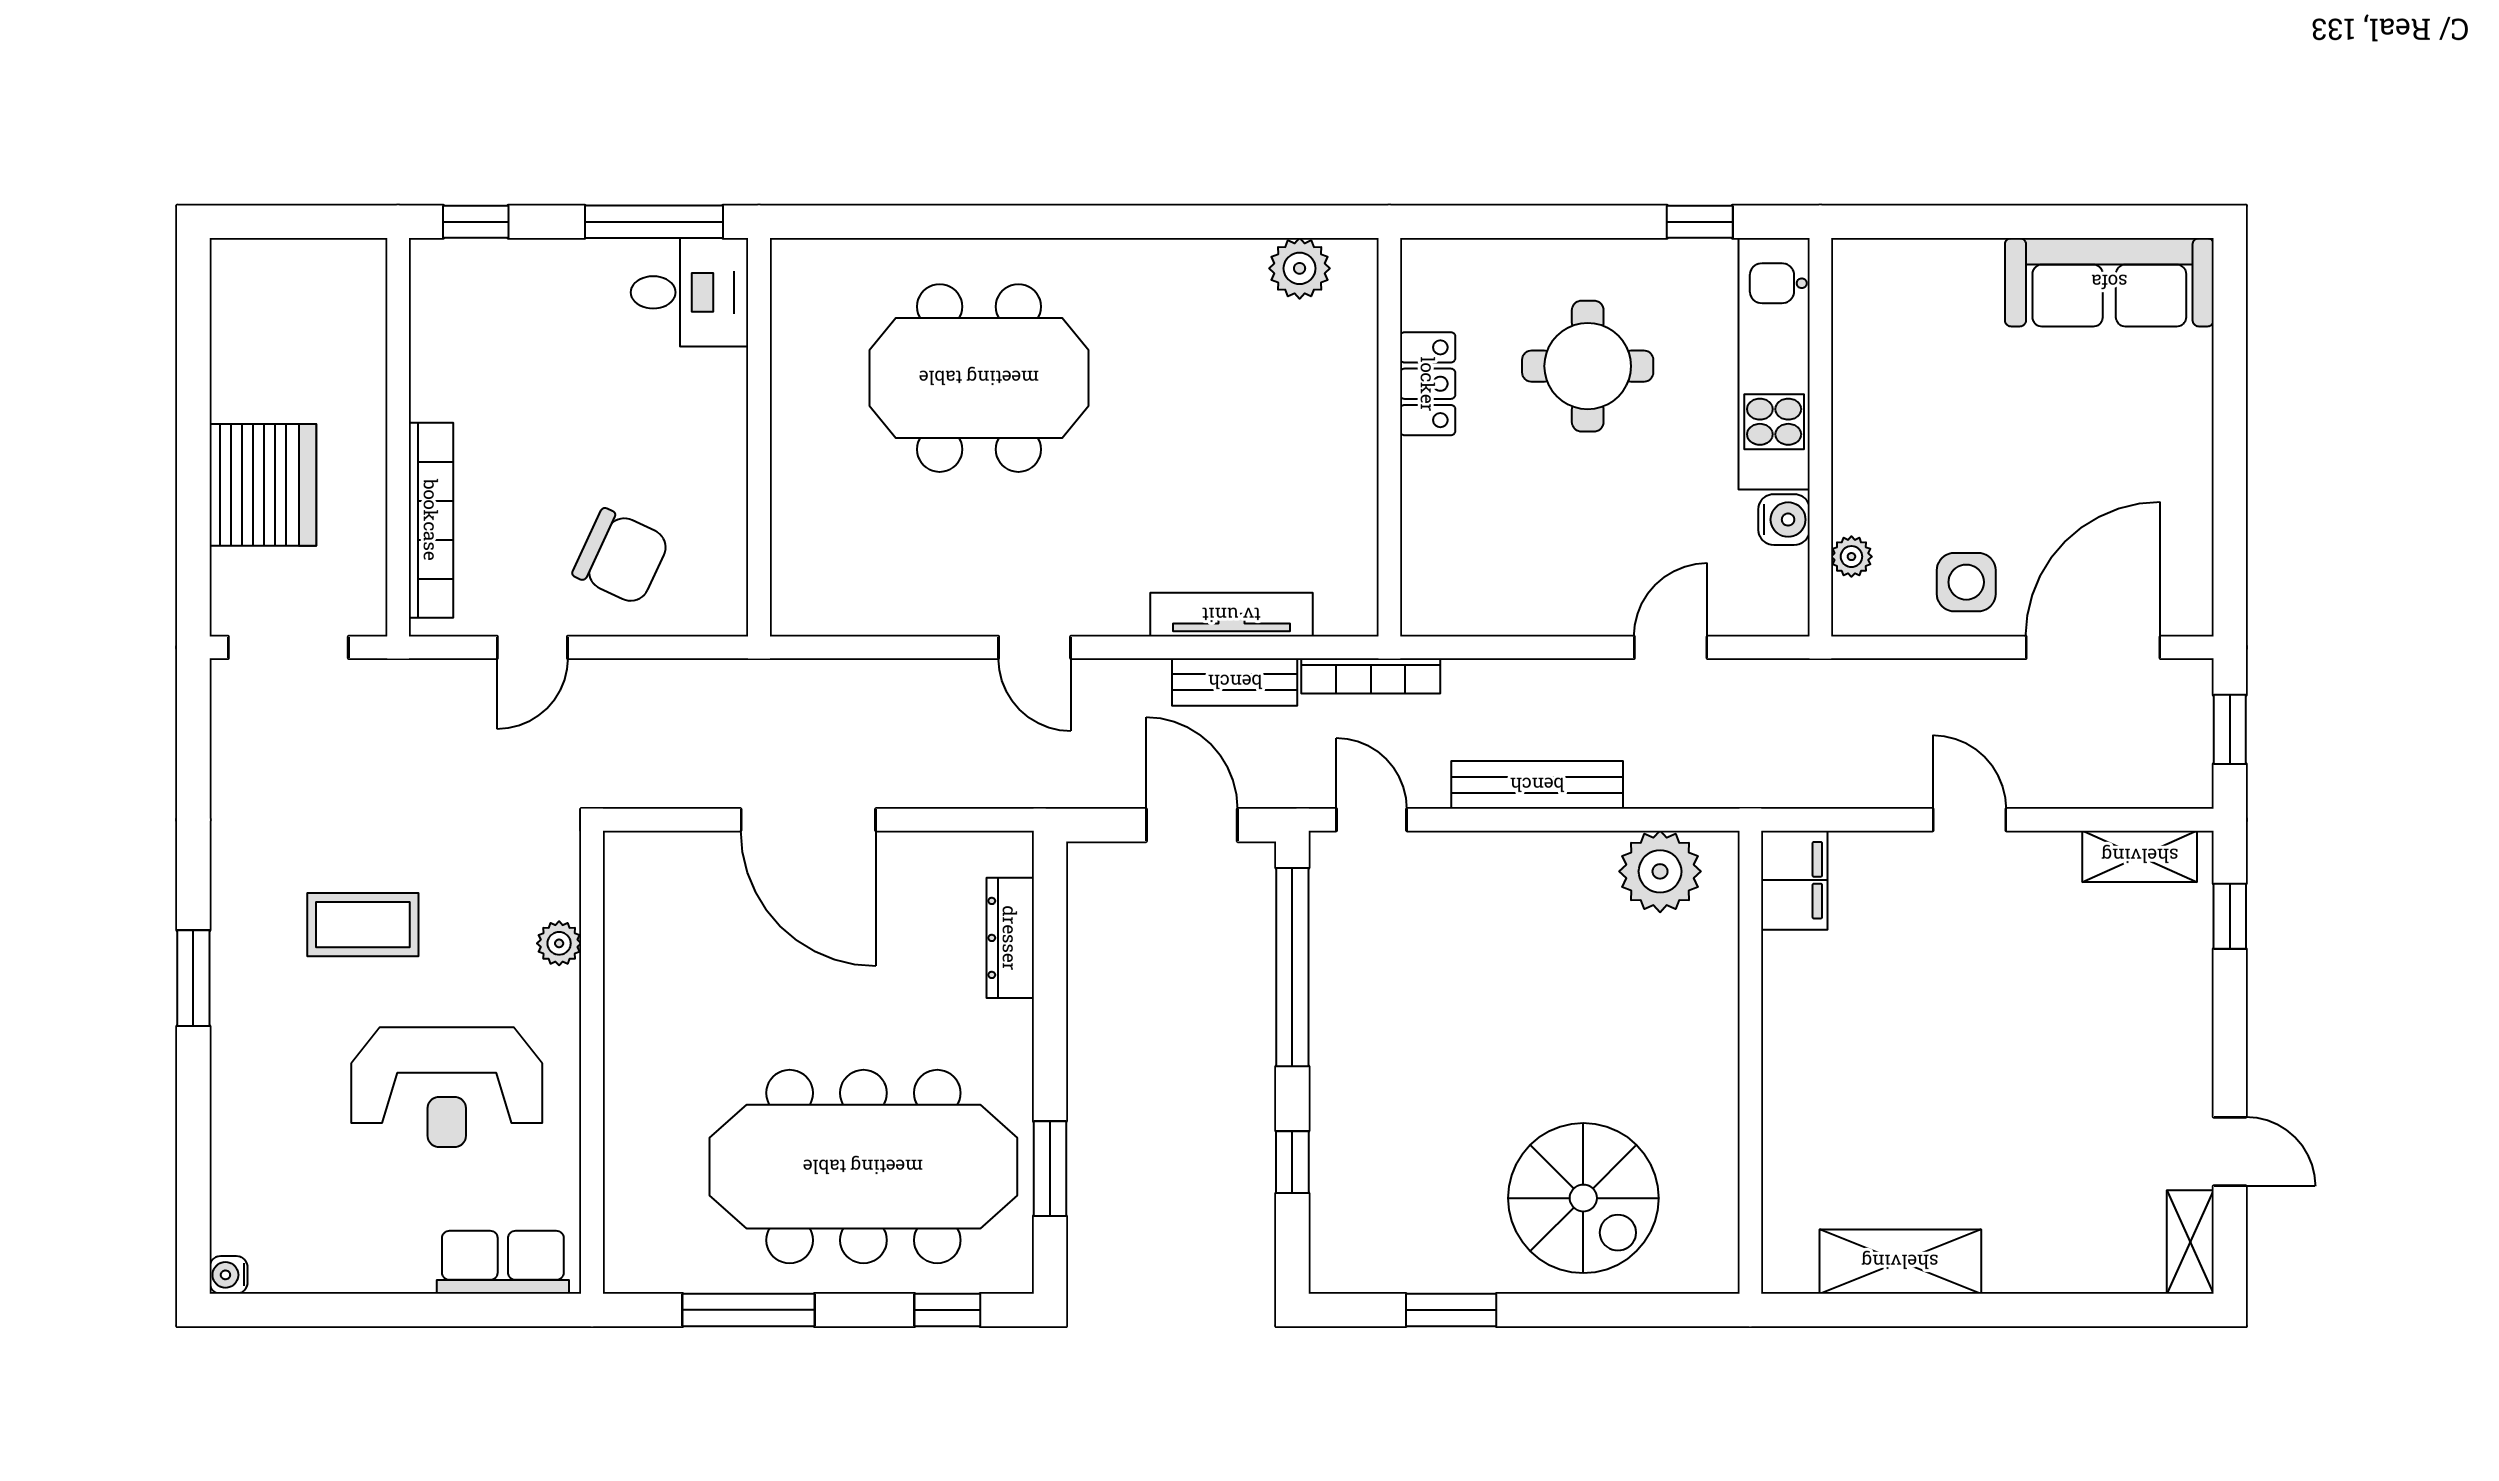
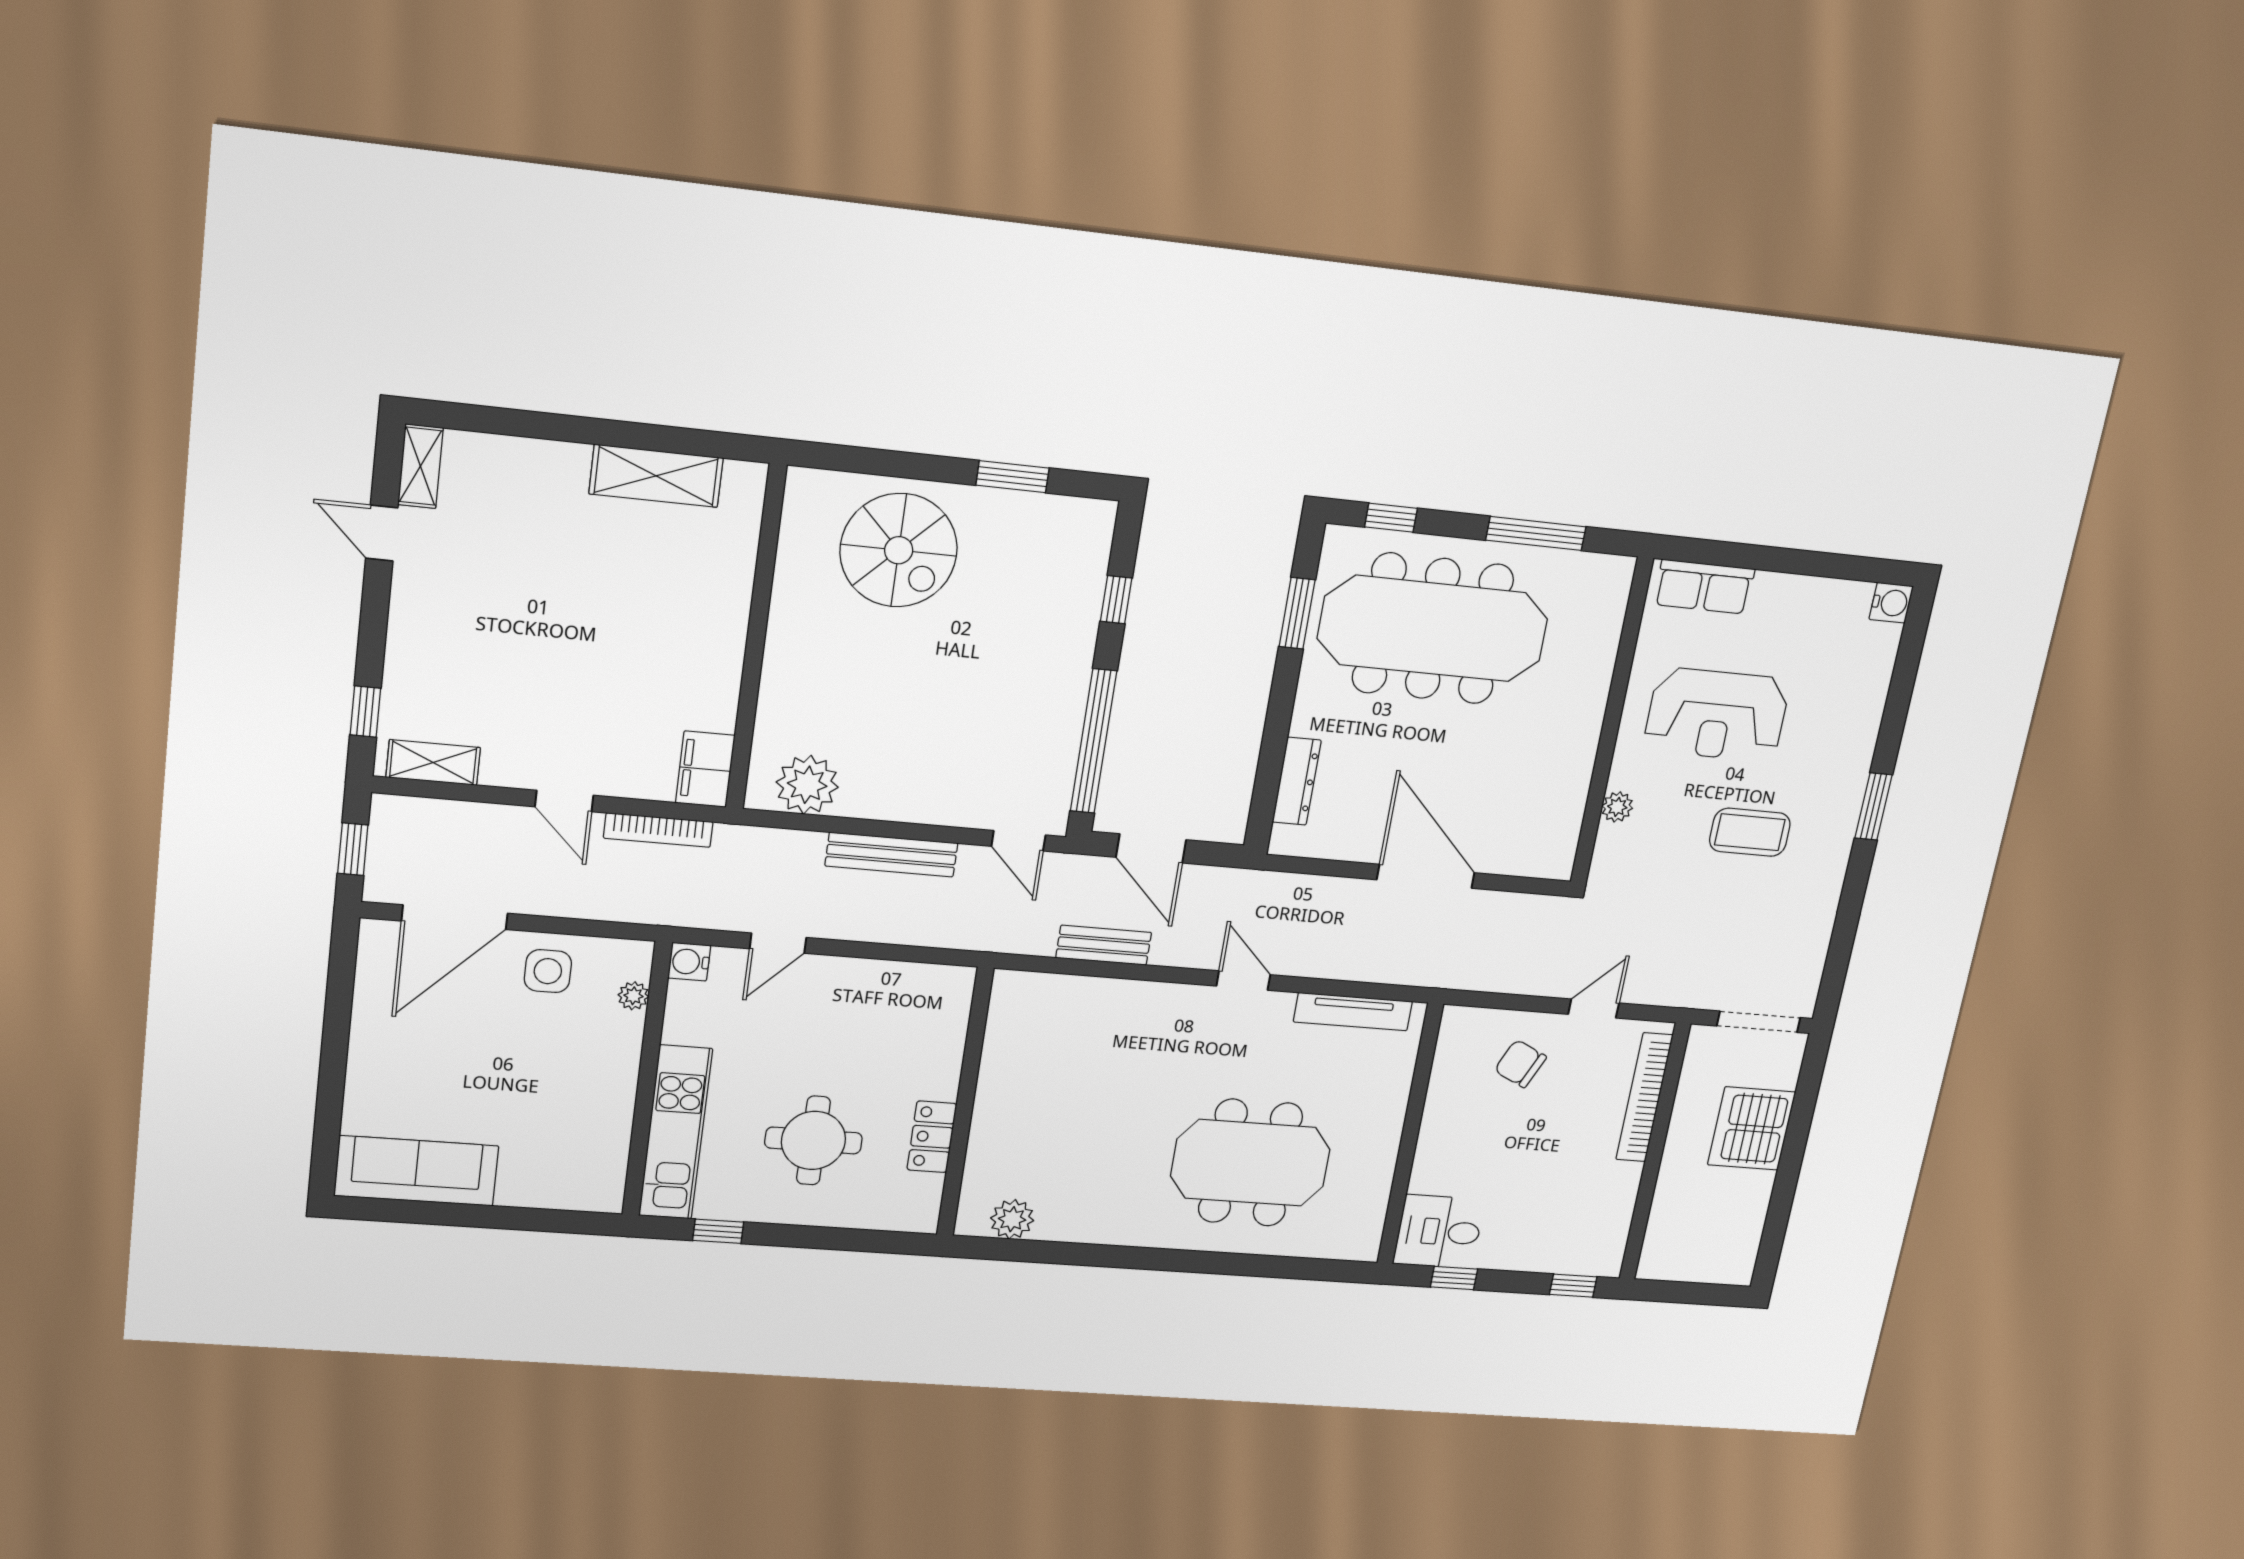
window: (654, 222) -> (1454, 1278), width x0.46
water cooler: (1784, 520) -> (689, 962), moved
chair: (621, 557) -> (1520, 1064), width x0.73, depth x0.73
tv unit: (1231, 615) -> (1353, 1012), moved
bookcase: (1371, 676) -> (658, 830), moved, turned 180
reception desk: (447, 1087) -> (1717, 715), turned 180
spiral stairs: (1583, 1198) -> (899, 550), turned 180
water cooler: (228, 1275) -> (1891, 603), width x1.38, depth x1.38

